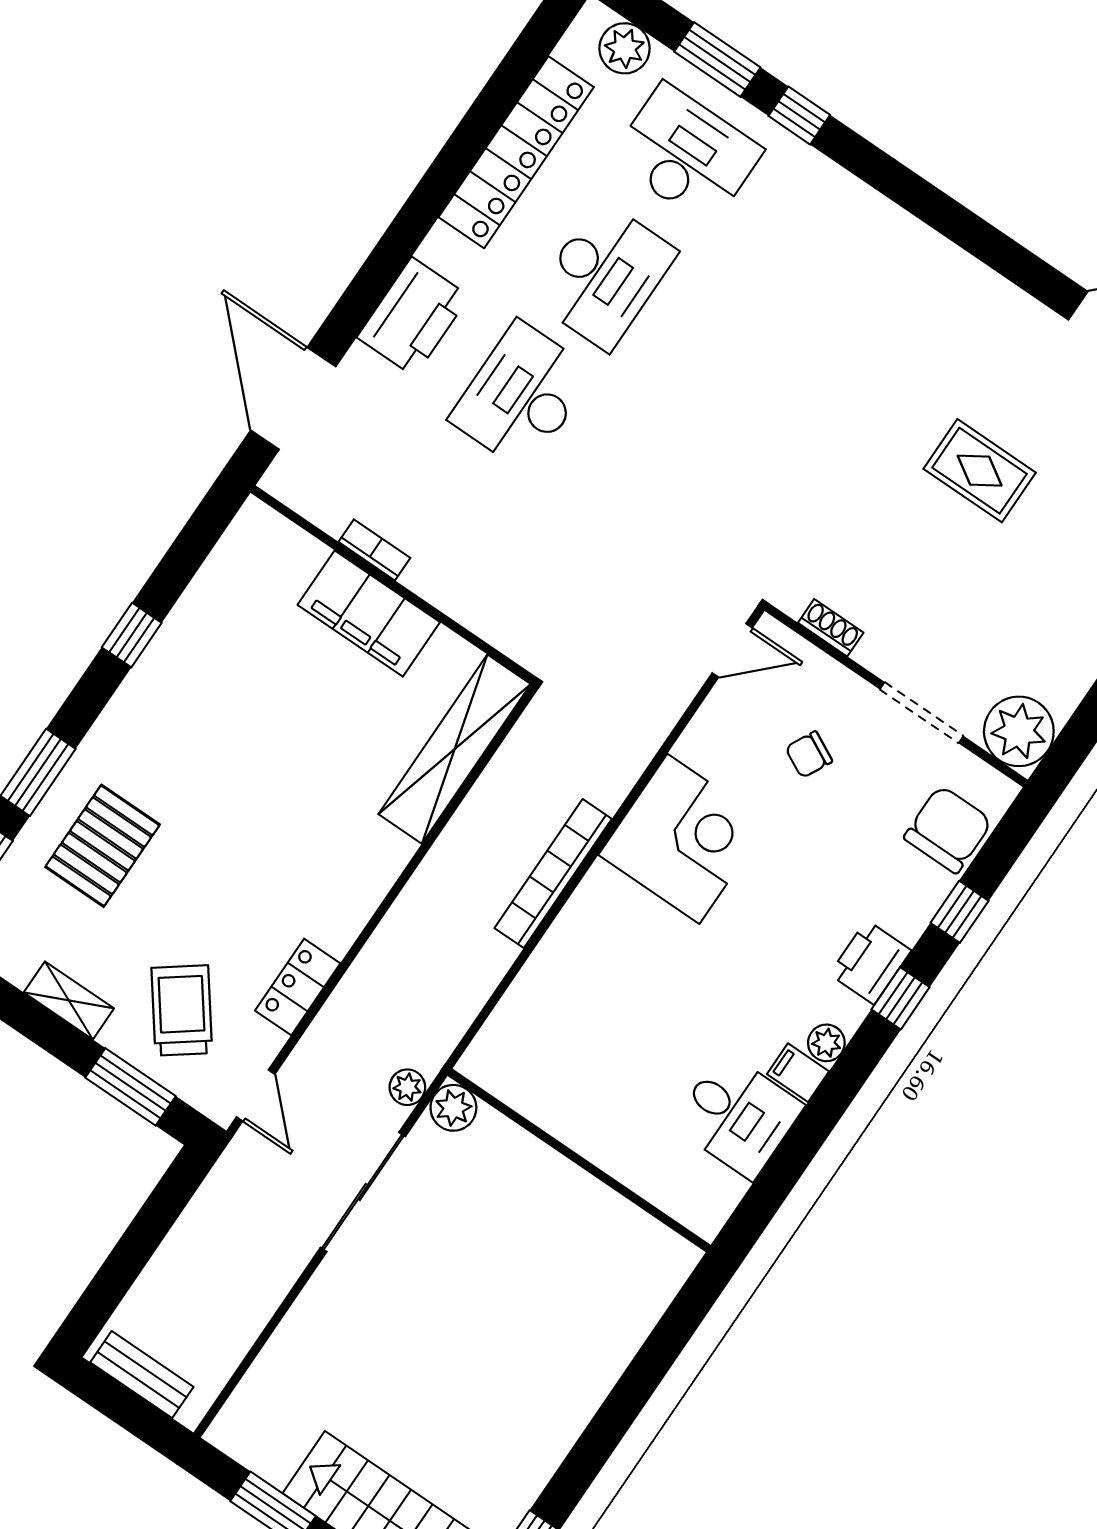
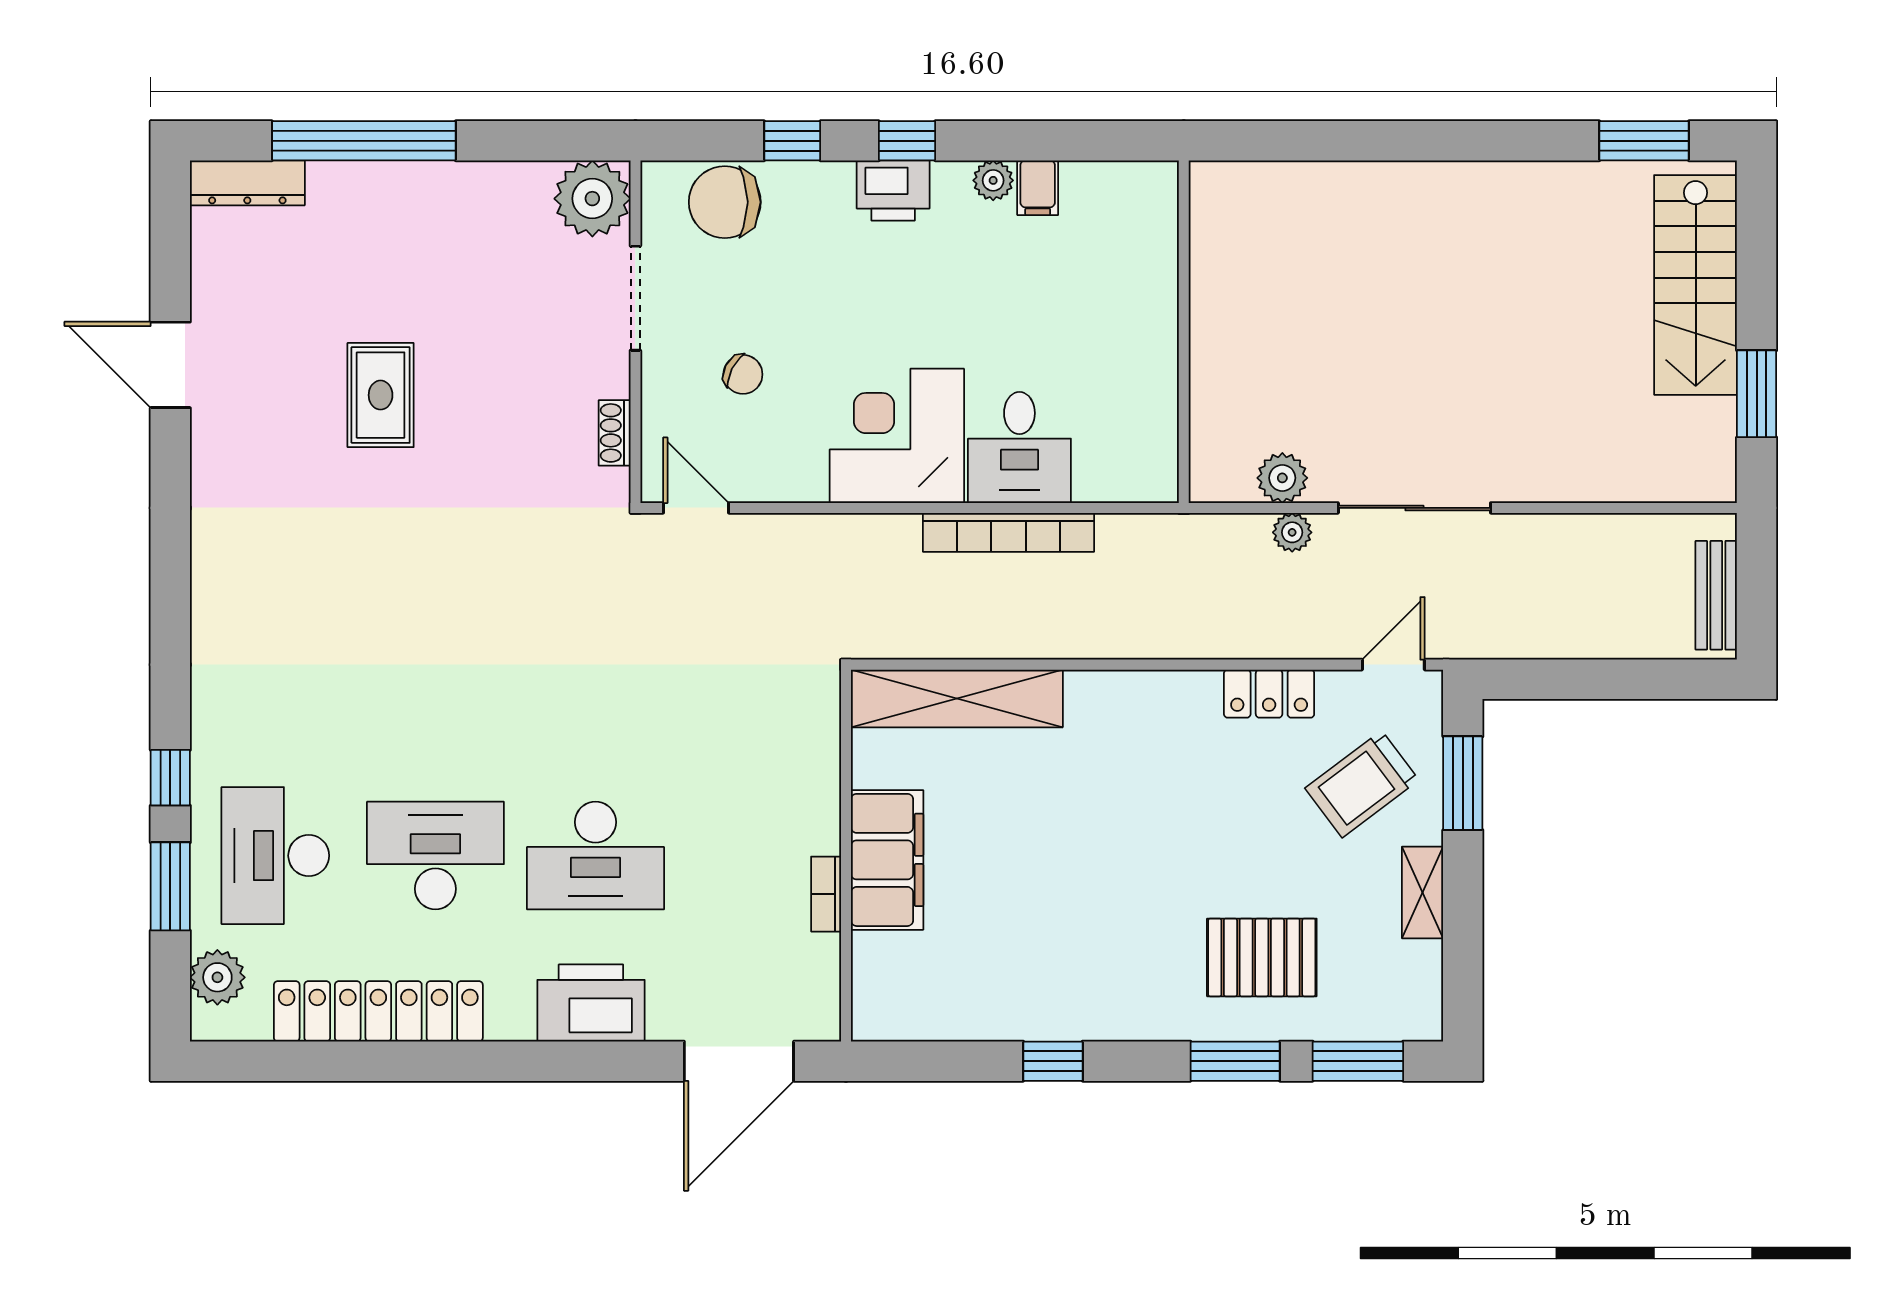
desk: (738, 1115) -> (1019, 448), moved, turned 180
wall: (579, 1160) -> (1184, 332), moved

